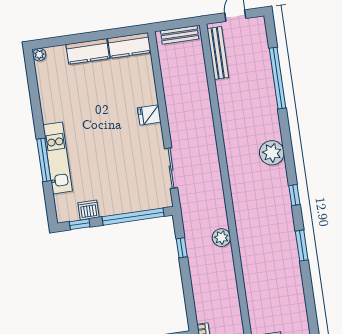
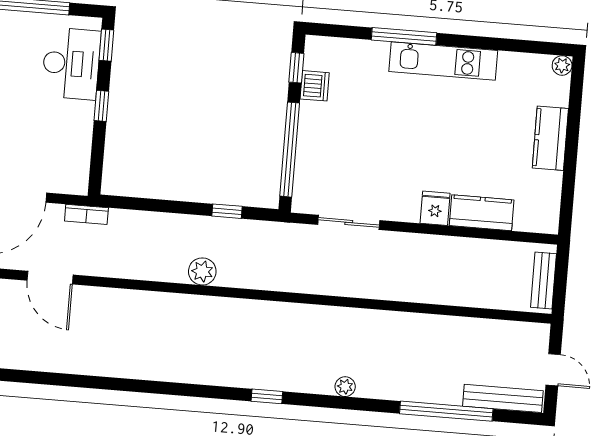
kitchen counter: (129, 45) -> (482, 213), moved, turned 90
bench: (218, 53) -> (503, 398), moved
plant: (272, 153) -> (345, 387), width x0.53, depth x0.53
kitchen unit: (58, 158) -> (443, 61), moved
plant: (221, 238) -> (202, 271), moved
window: (302, 245) -> (189, 390), removed

